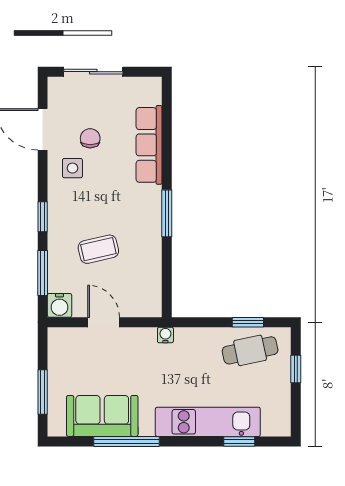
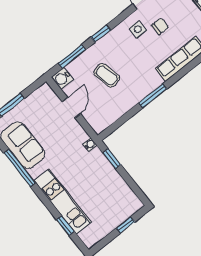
window: (248, 322) -> (112, 159), moved
cafe table: (250, 350) -> (116, 194), removed

